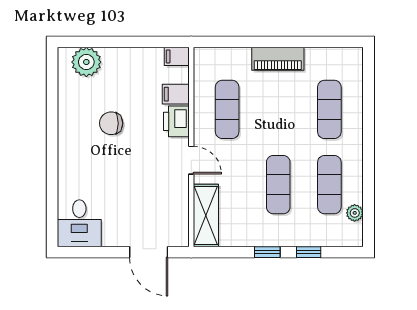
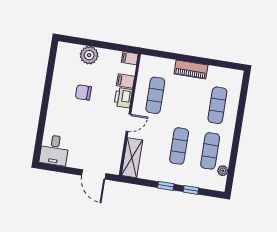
plant: (86, 62) -> (89, 55), moved
door: (191, 160) -> (128, 123), hinge flipped

